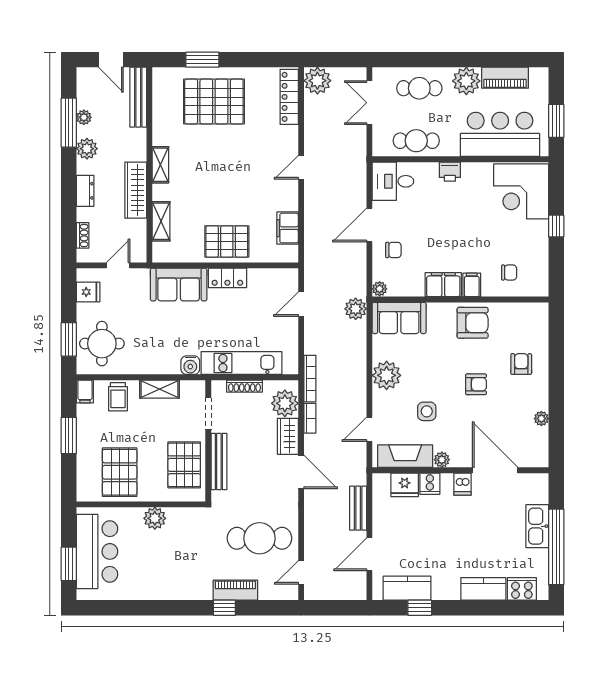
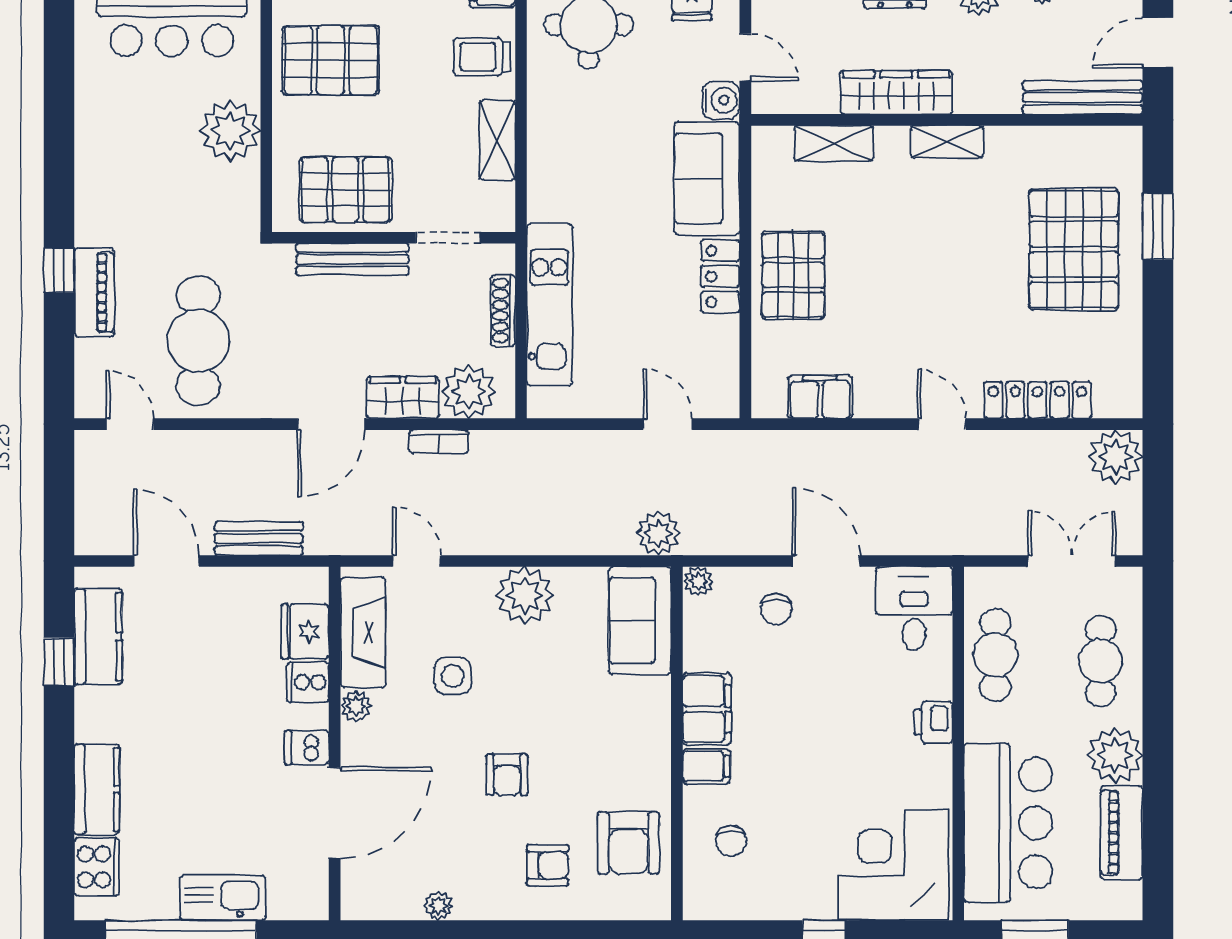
locker: (289, 97) -> (1038, 400), moved
armchair: (473, 323) -> (628, 843), moved
water cooler: (190, 365) -> (721, 100), moved, turned 180
bookcase: (310, 379) -> (518, 442), removed
plant: (155, 518) -> (230, 131), width x1.36, depth x1.36

